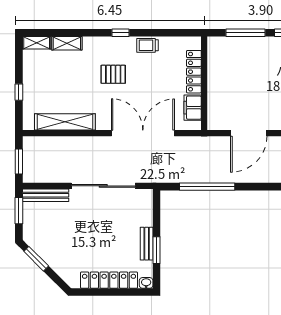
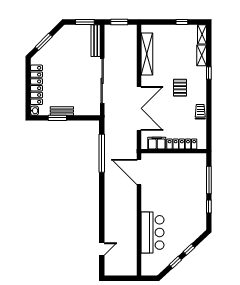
window: (120, 33) -> (209, 73), moved
window: (19, 92) -> (182, 22), moved
door: (249, 133) -> (139, 172), moved
window: (36, 259) -> (44, 42), moved

